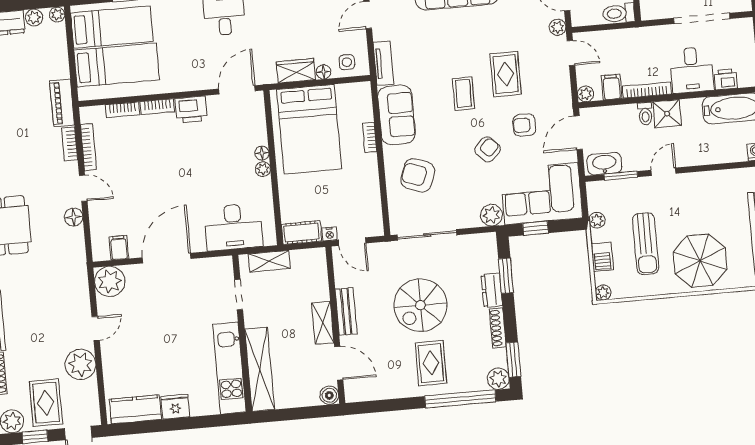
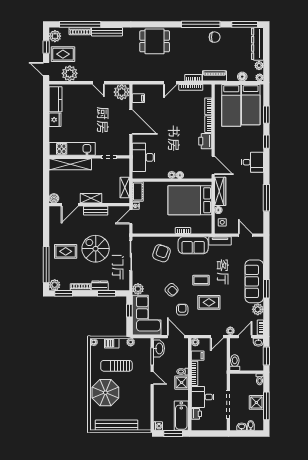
wardrobe: (296, 71) -> (220, 191), width x1.50
floor lamp: (74, 217) -> (242, 77), moved
shelving: (269, 261) -> (125, 188), moved
plant: (81, 364) -> (70, 73), moved

